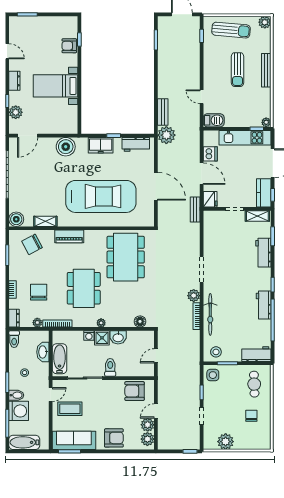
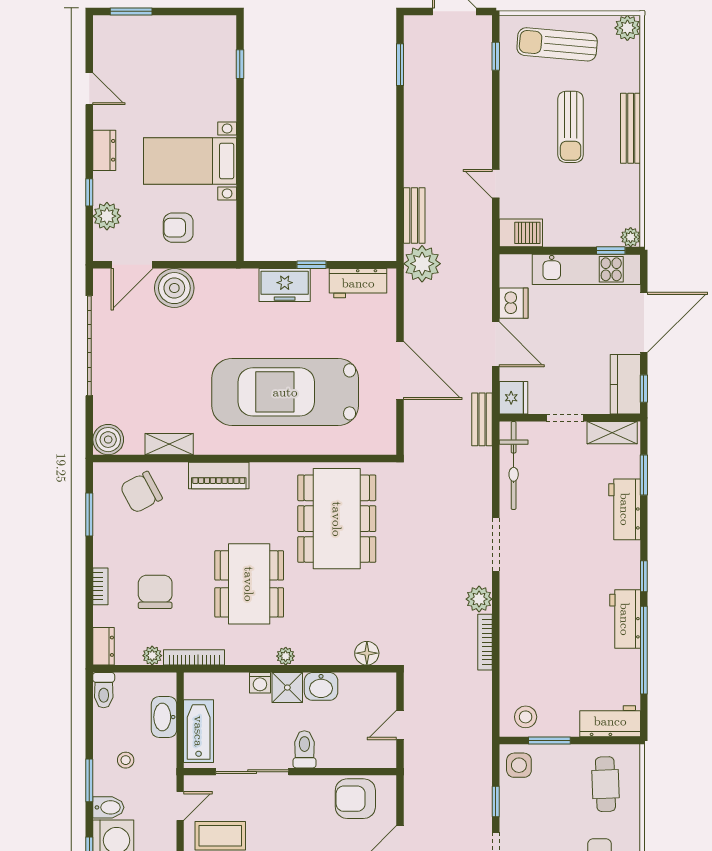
sun lounger: (231, 30) -> (557, 44), turned 180
armchair: (69, 46) -> (178, 228), moved
boiler: (66, 147) -> (174, 288), moved
car: (101, 196) -> (285, 392), turned 180
bicycle: (210, 314) -> (514, 465), moved

